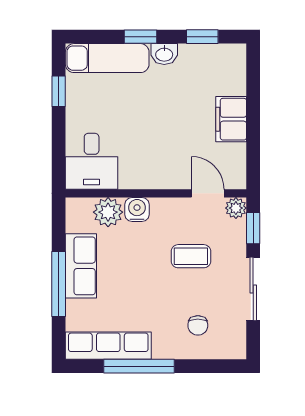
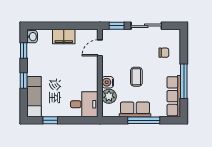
washbasin: (164, 54) -> (32, 37), moved
plant: (236, 208) -> (107, 34), removed
coffee table: (191, 256) -> (136, 77), moved

